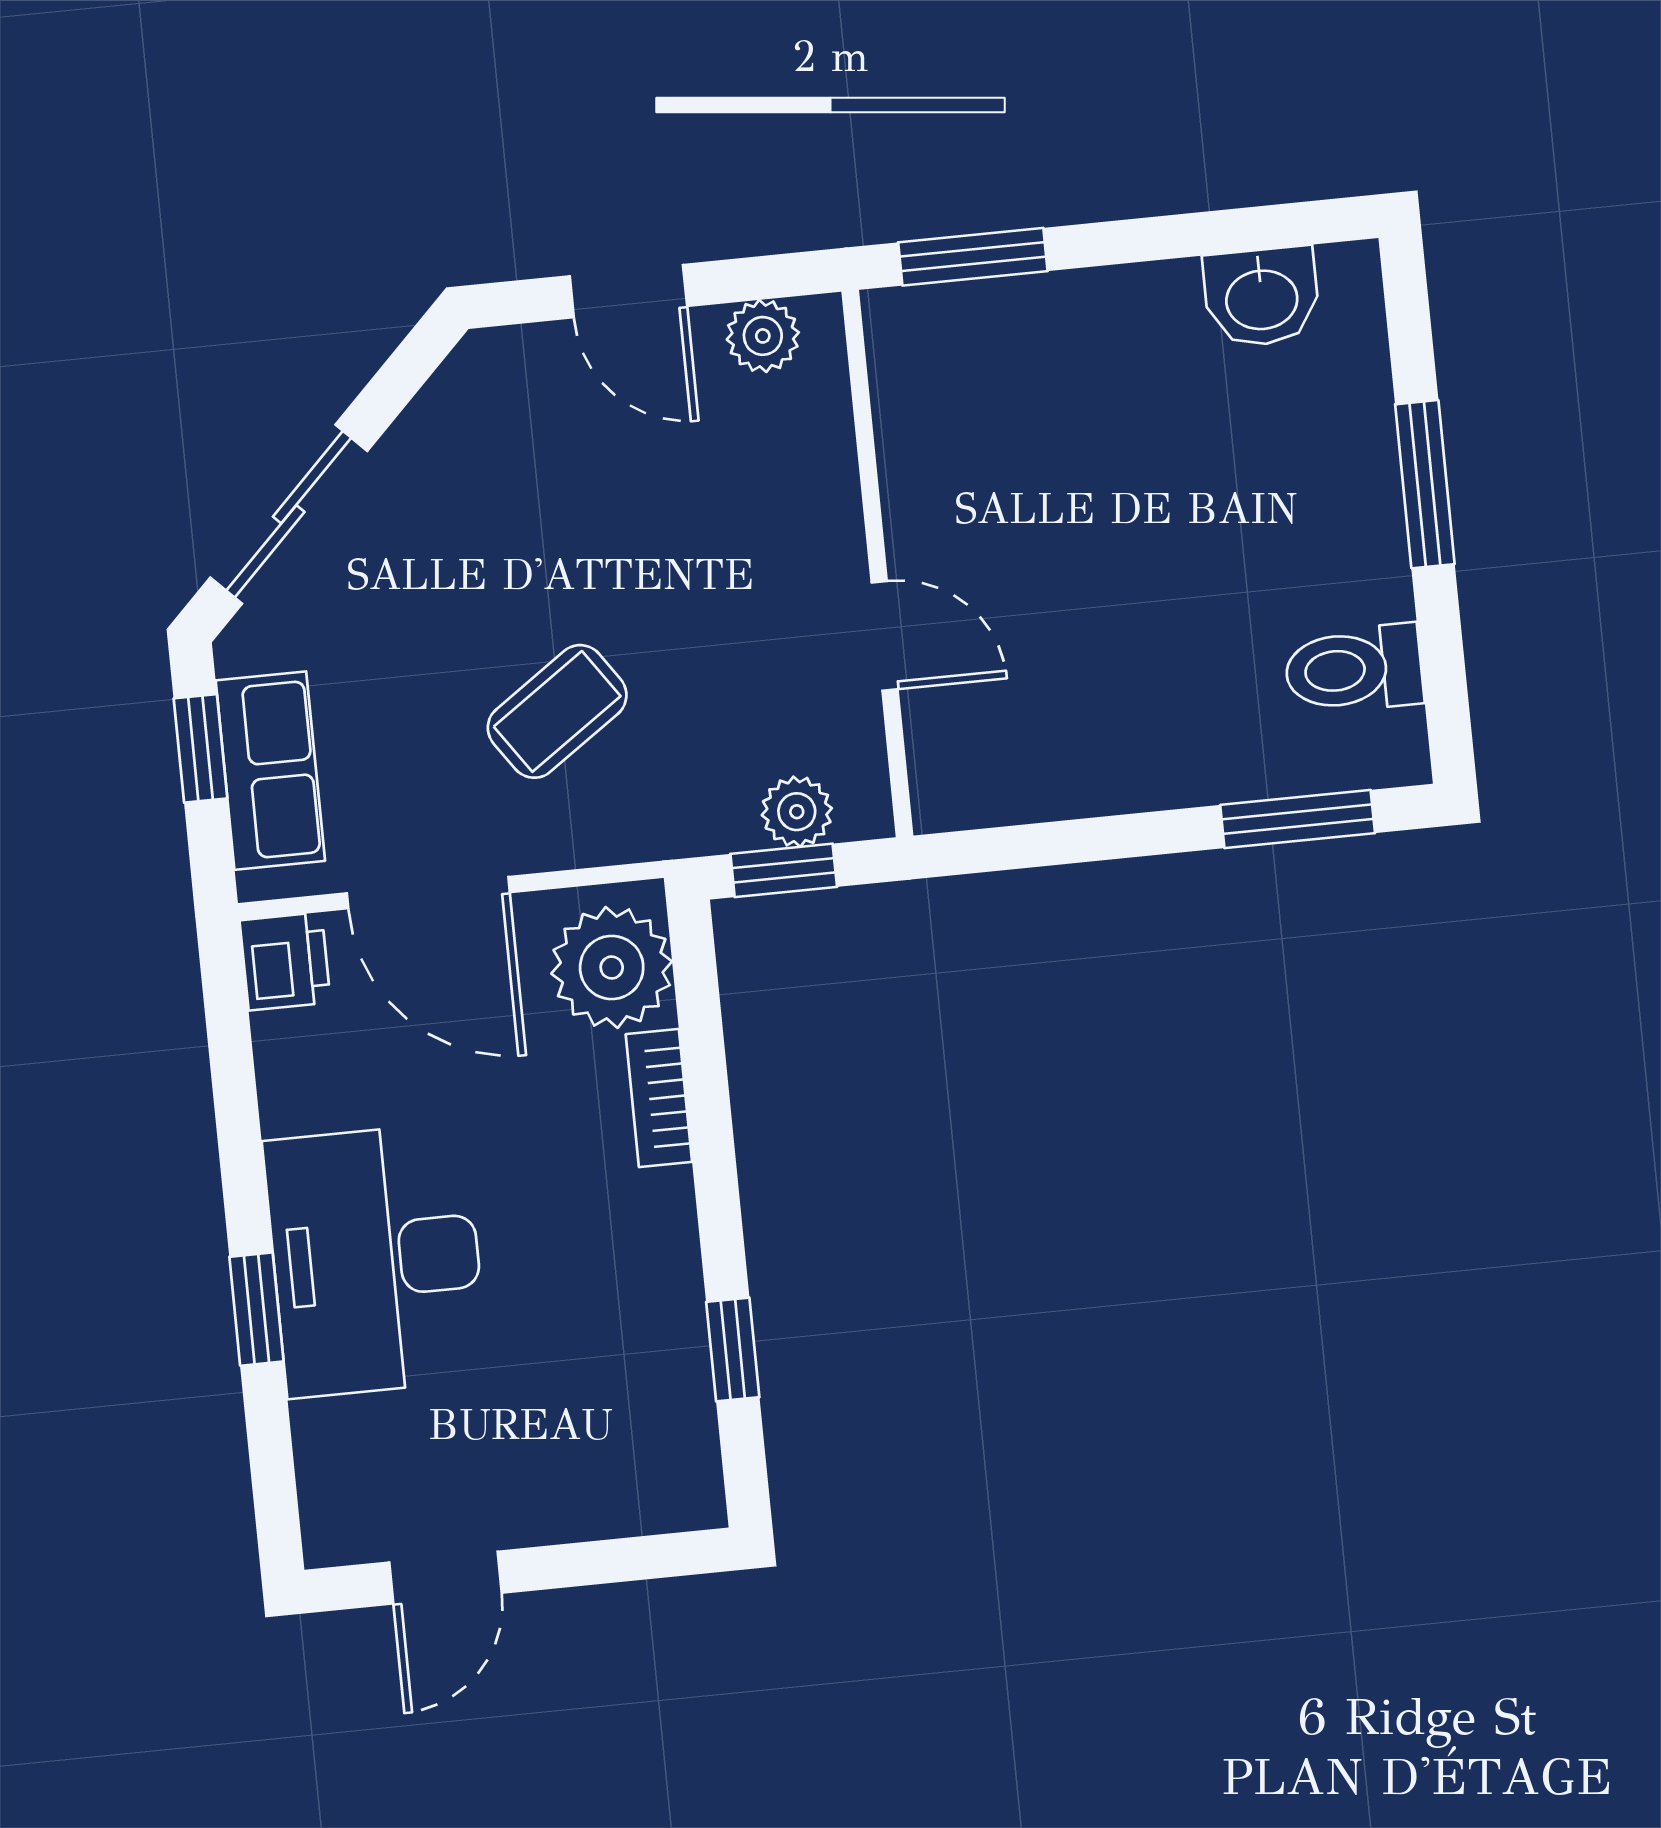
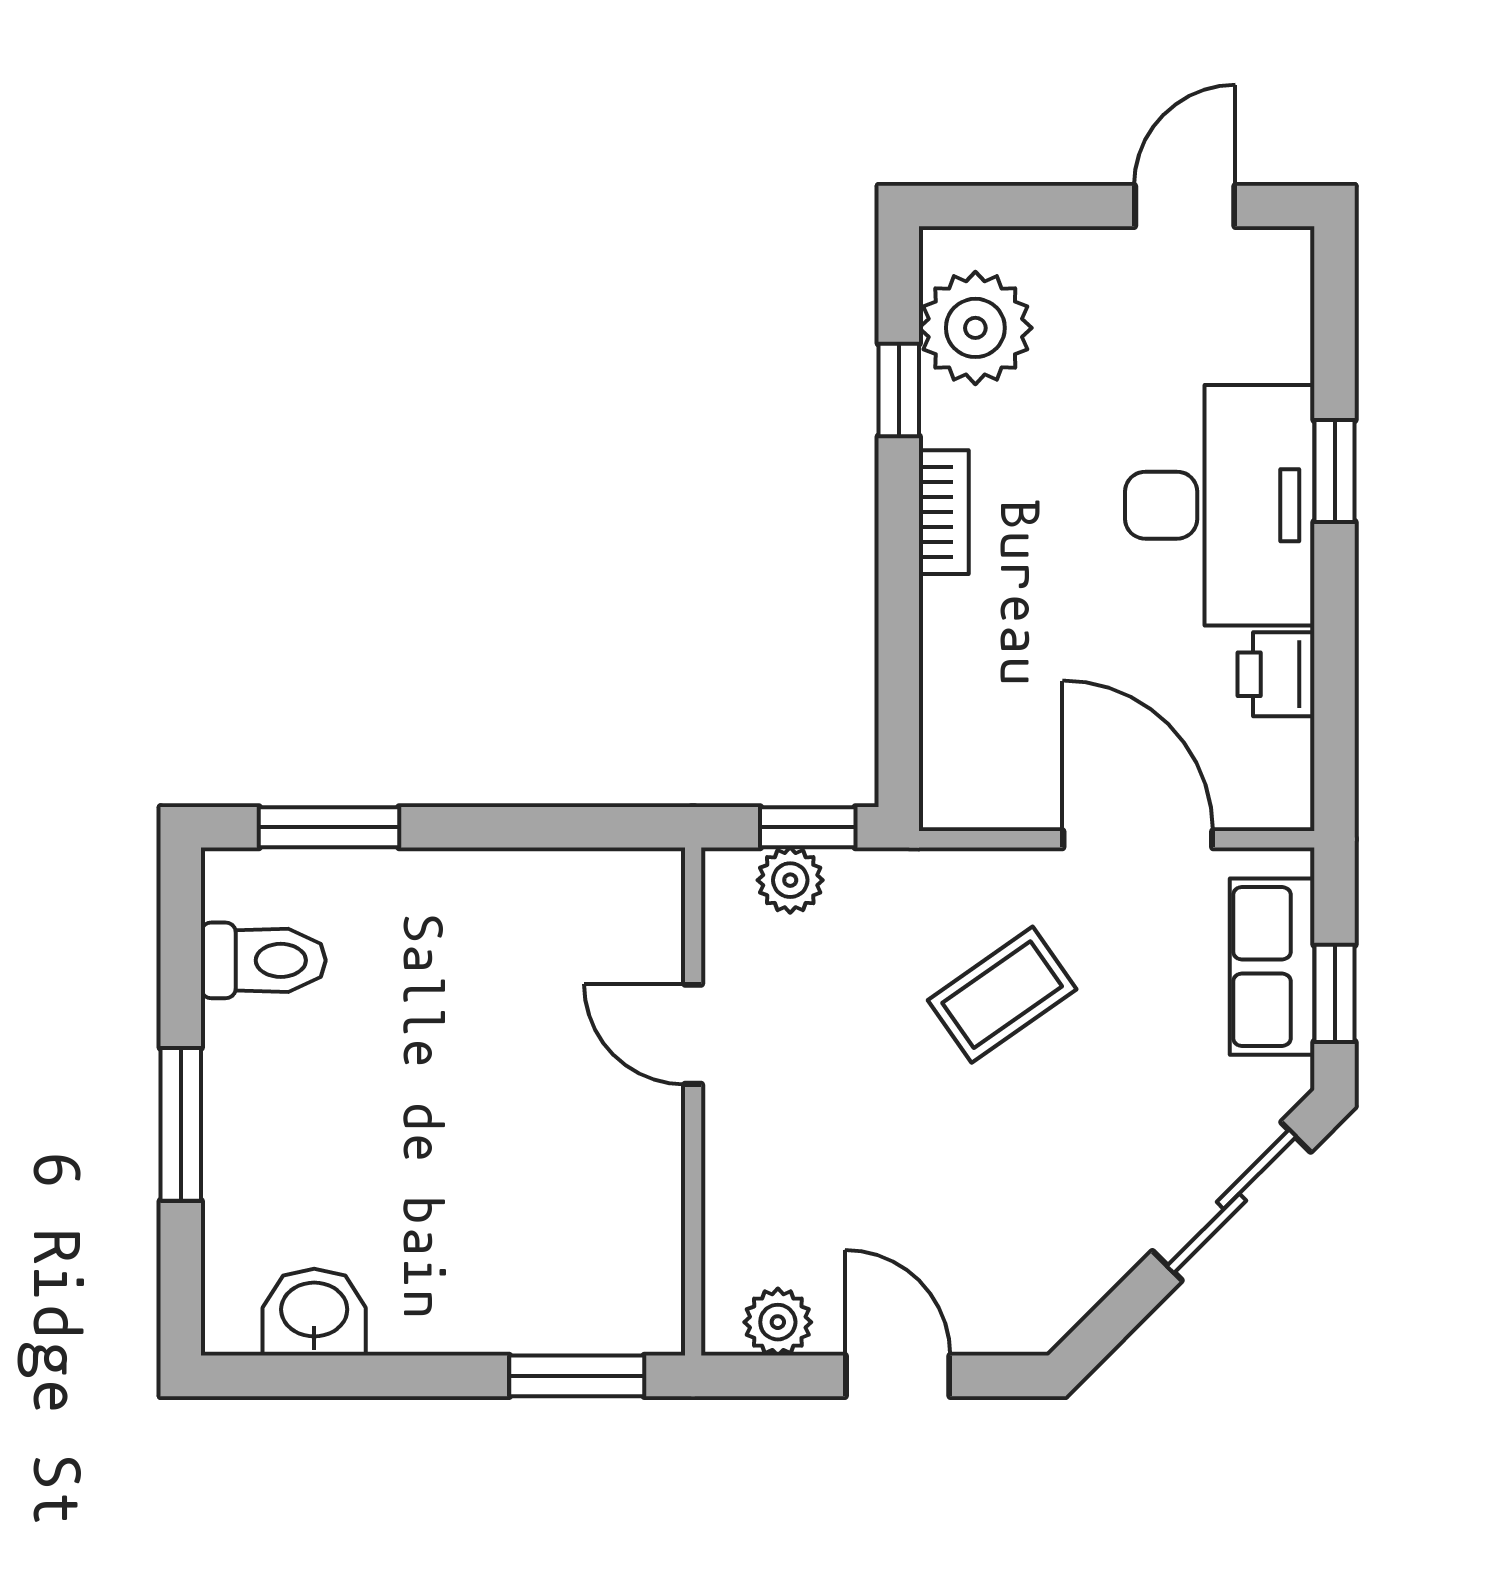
printer: (285, 961) -> (1276, 674), moved
plant: (612, 968) -> (975, 328), moved
bookcase: (659, 1098) -> (944, 512), moved

